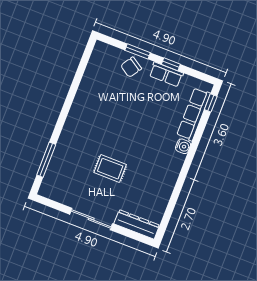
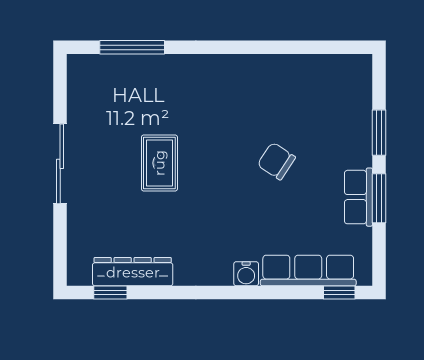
window: (171, 64) -> (379, 198), width x1.50
chair: (131, 67) -> (276, 161), moved
window: (166, 219) -> (110, 293), added
dresser: (137, 224) -> (133, 272), moved, turned -90

